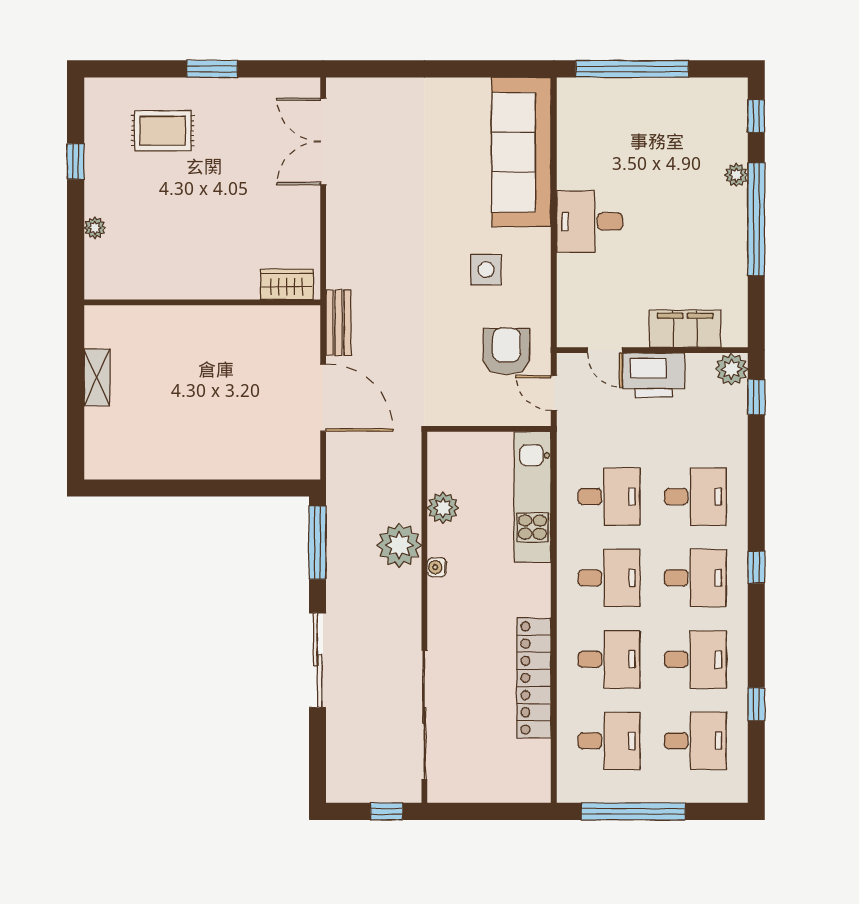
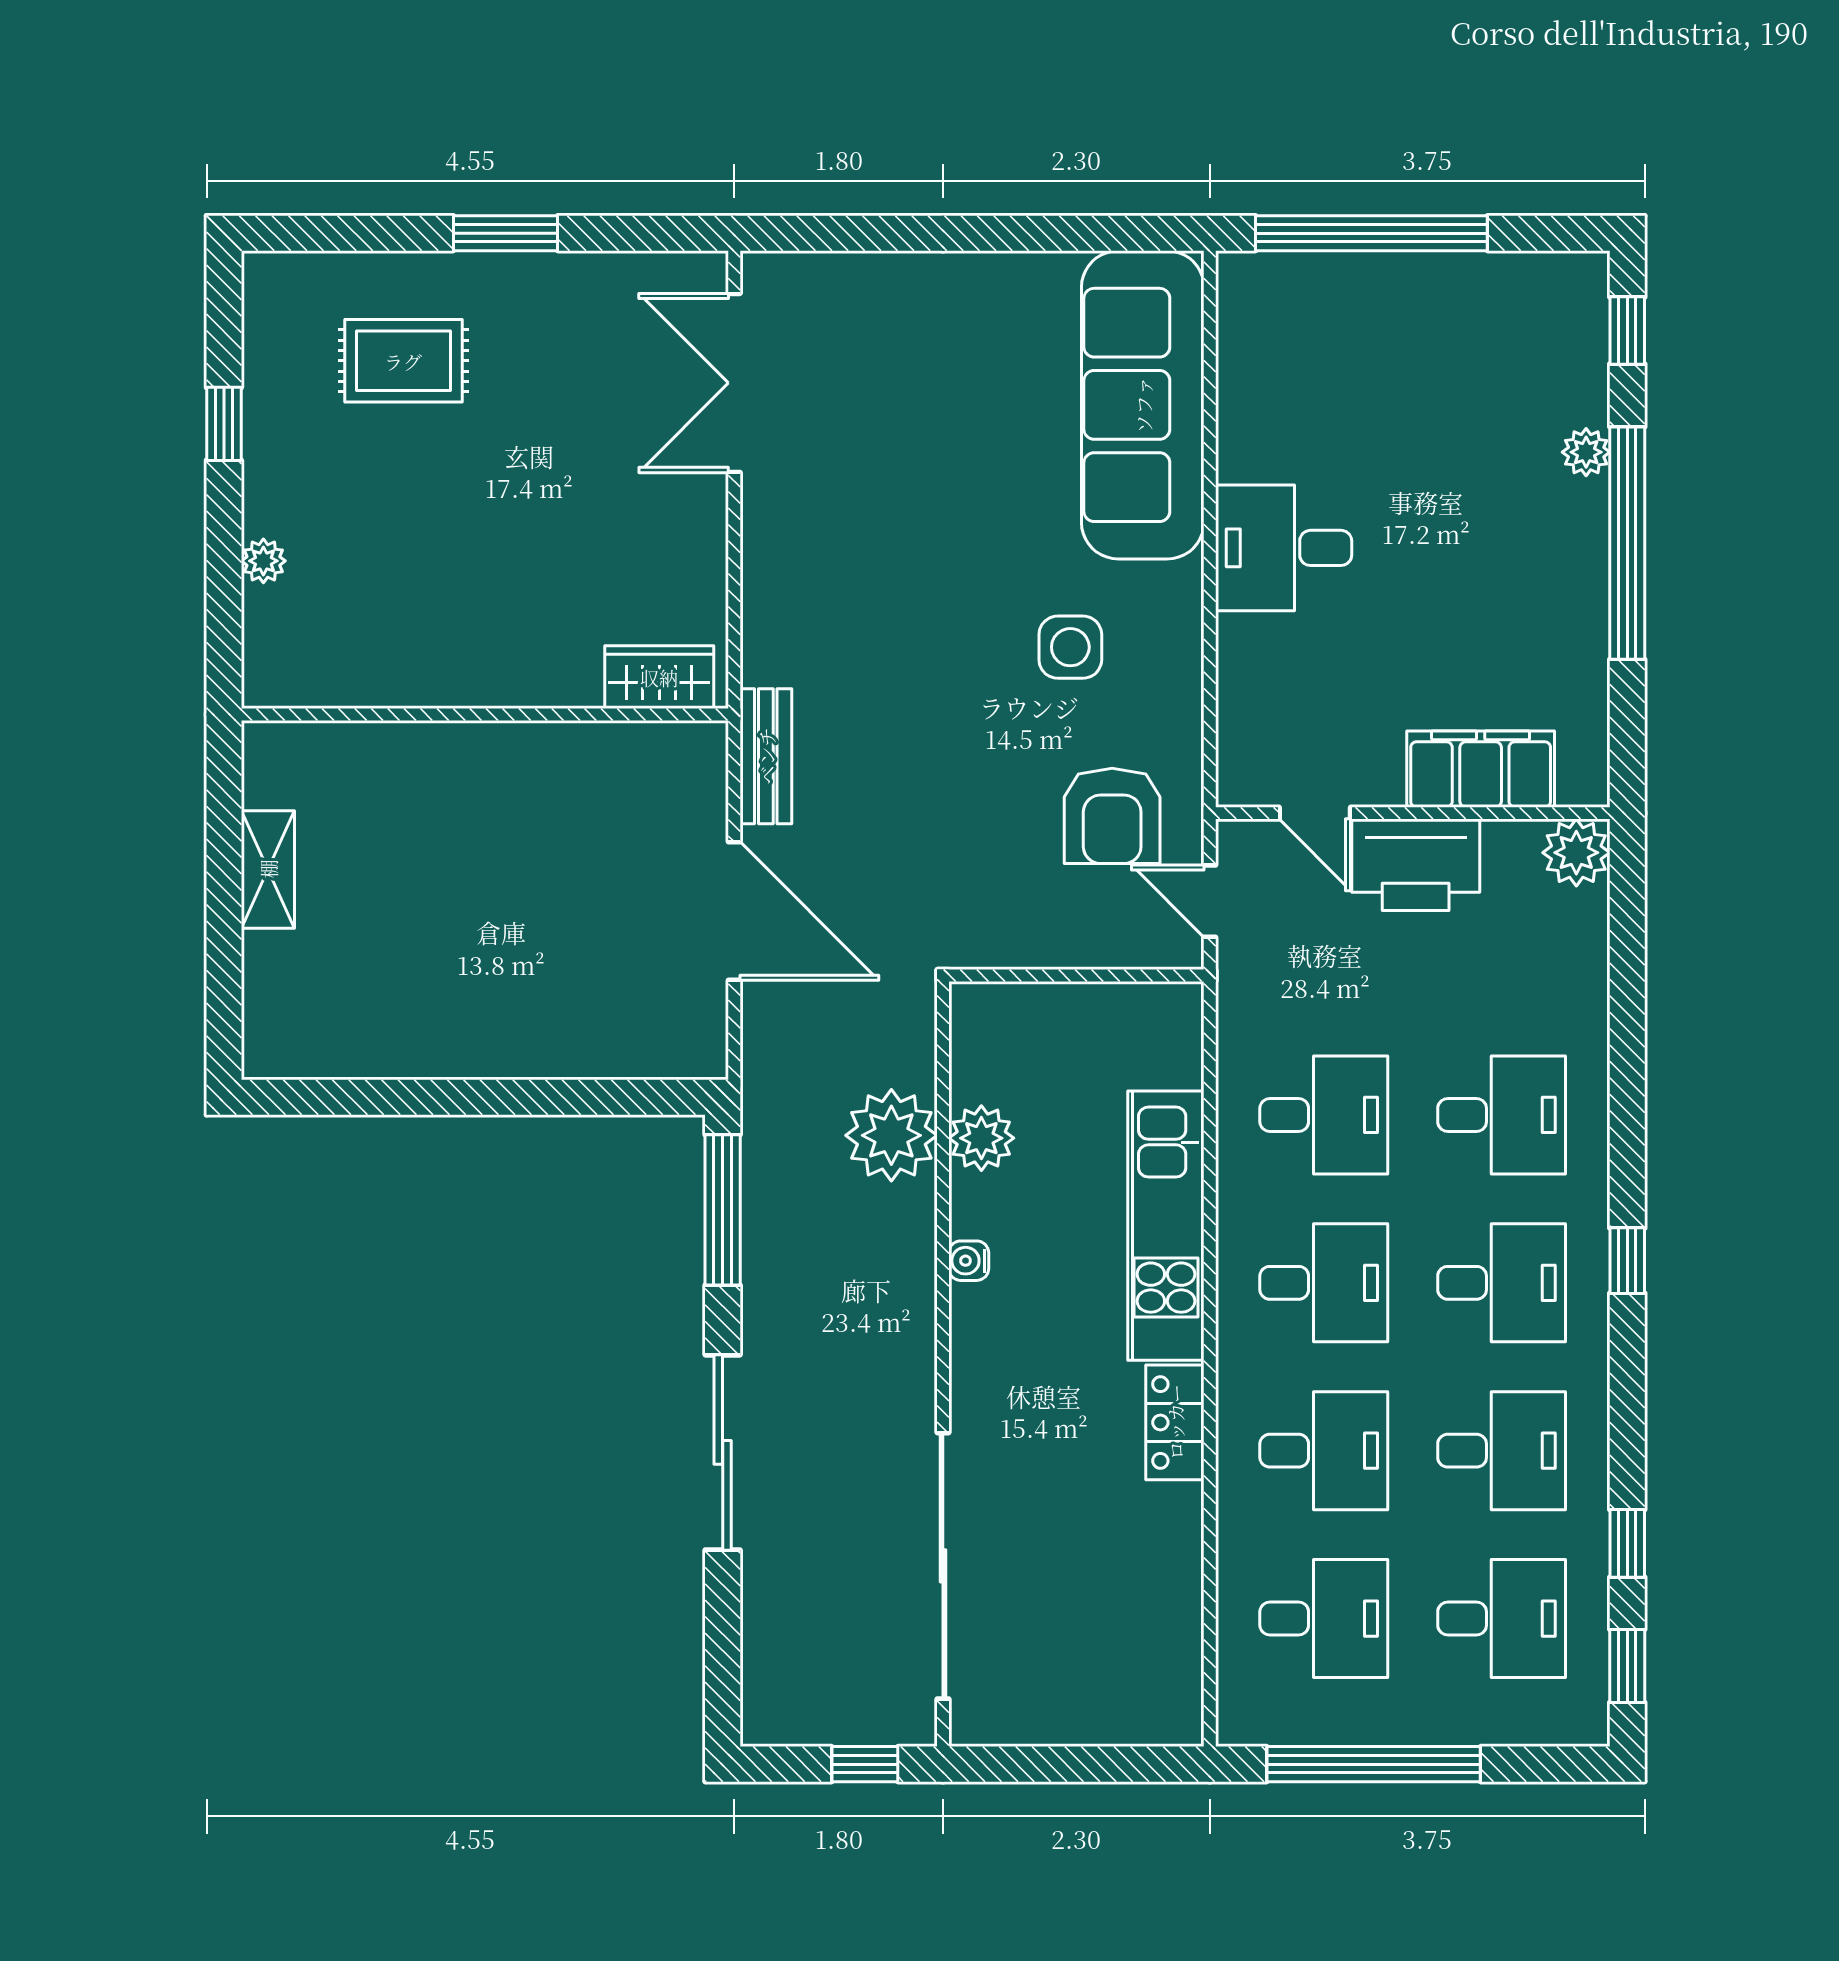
armchair: (506, 352) -> (1112, 816), turned 180
window: (756, 397) -> (1627, 1666), moved
kitchen unit: (533, 497) -> (1166, 1226), moved
plant: (399, 545) -> (891, 1135), moved
locker: (534, 678) -> (1175, 1422), width x0.46, depth x0.83

